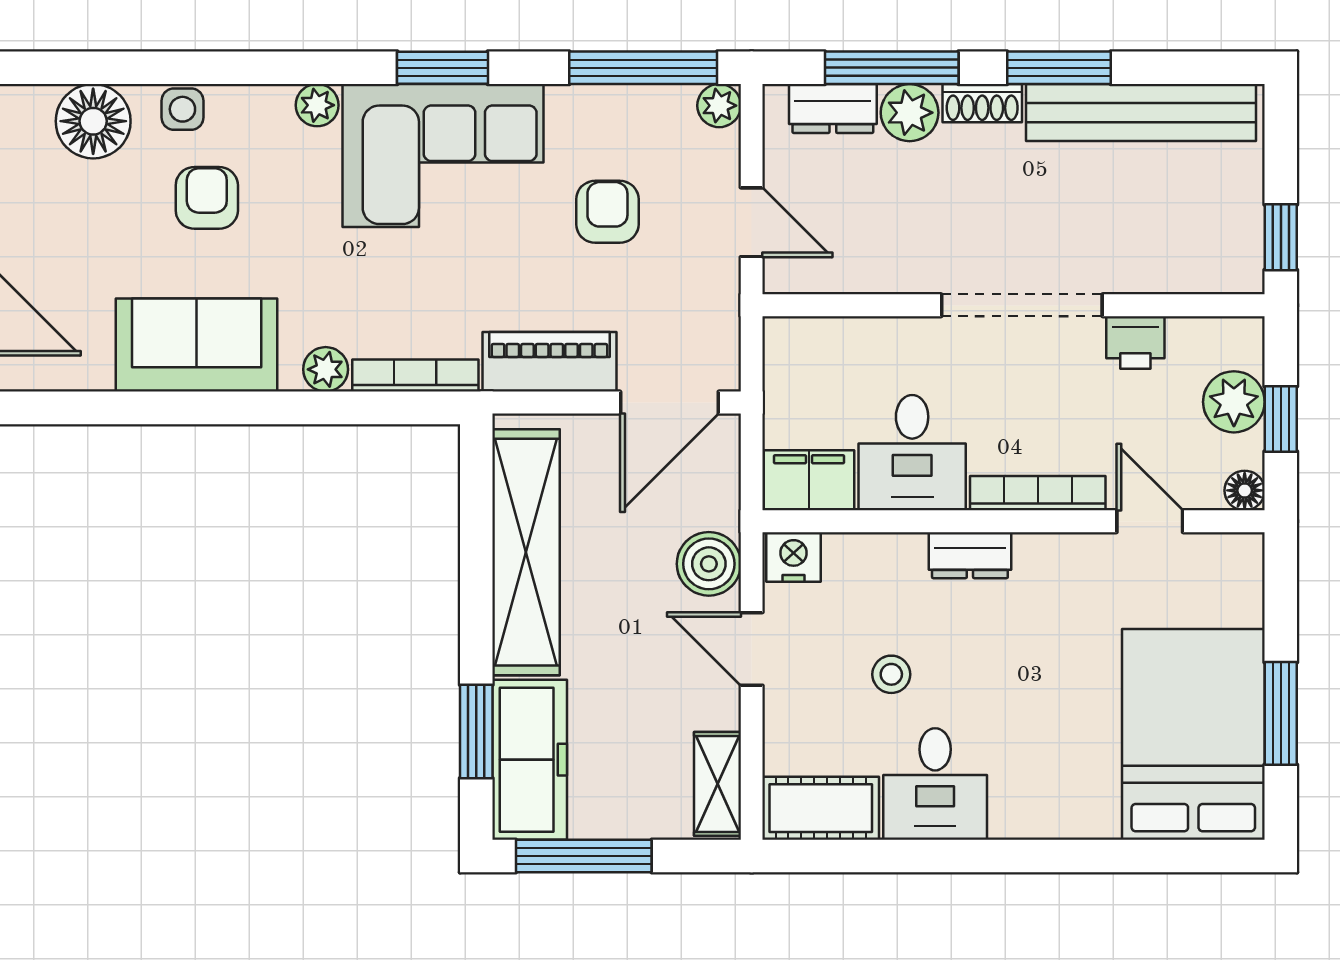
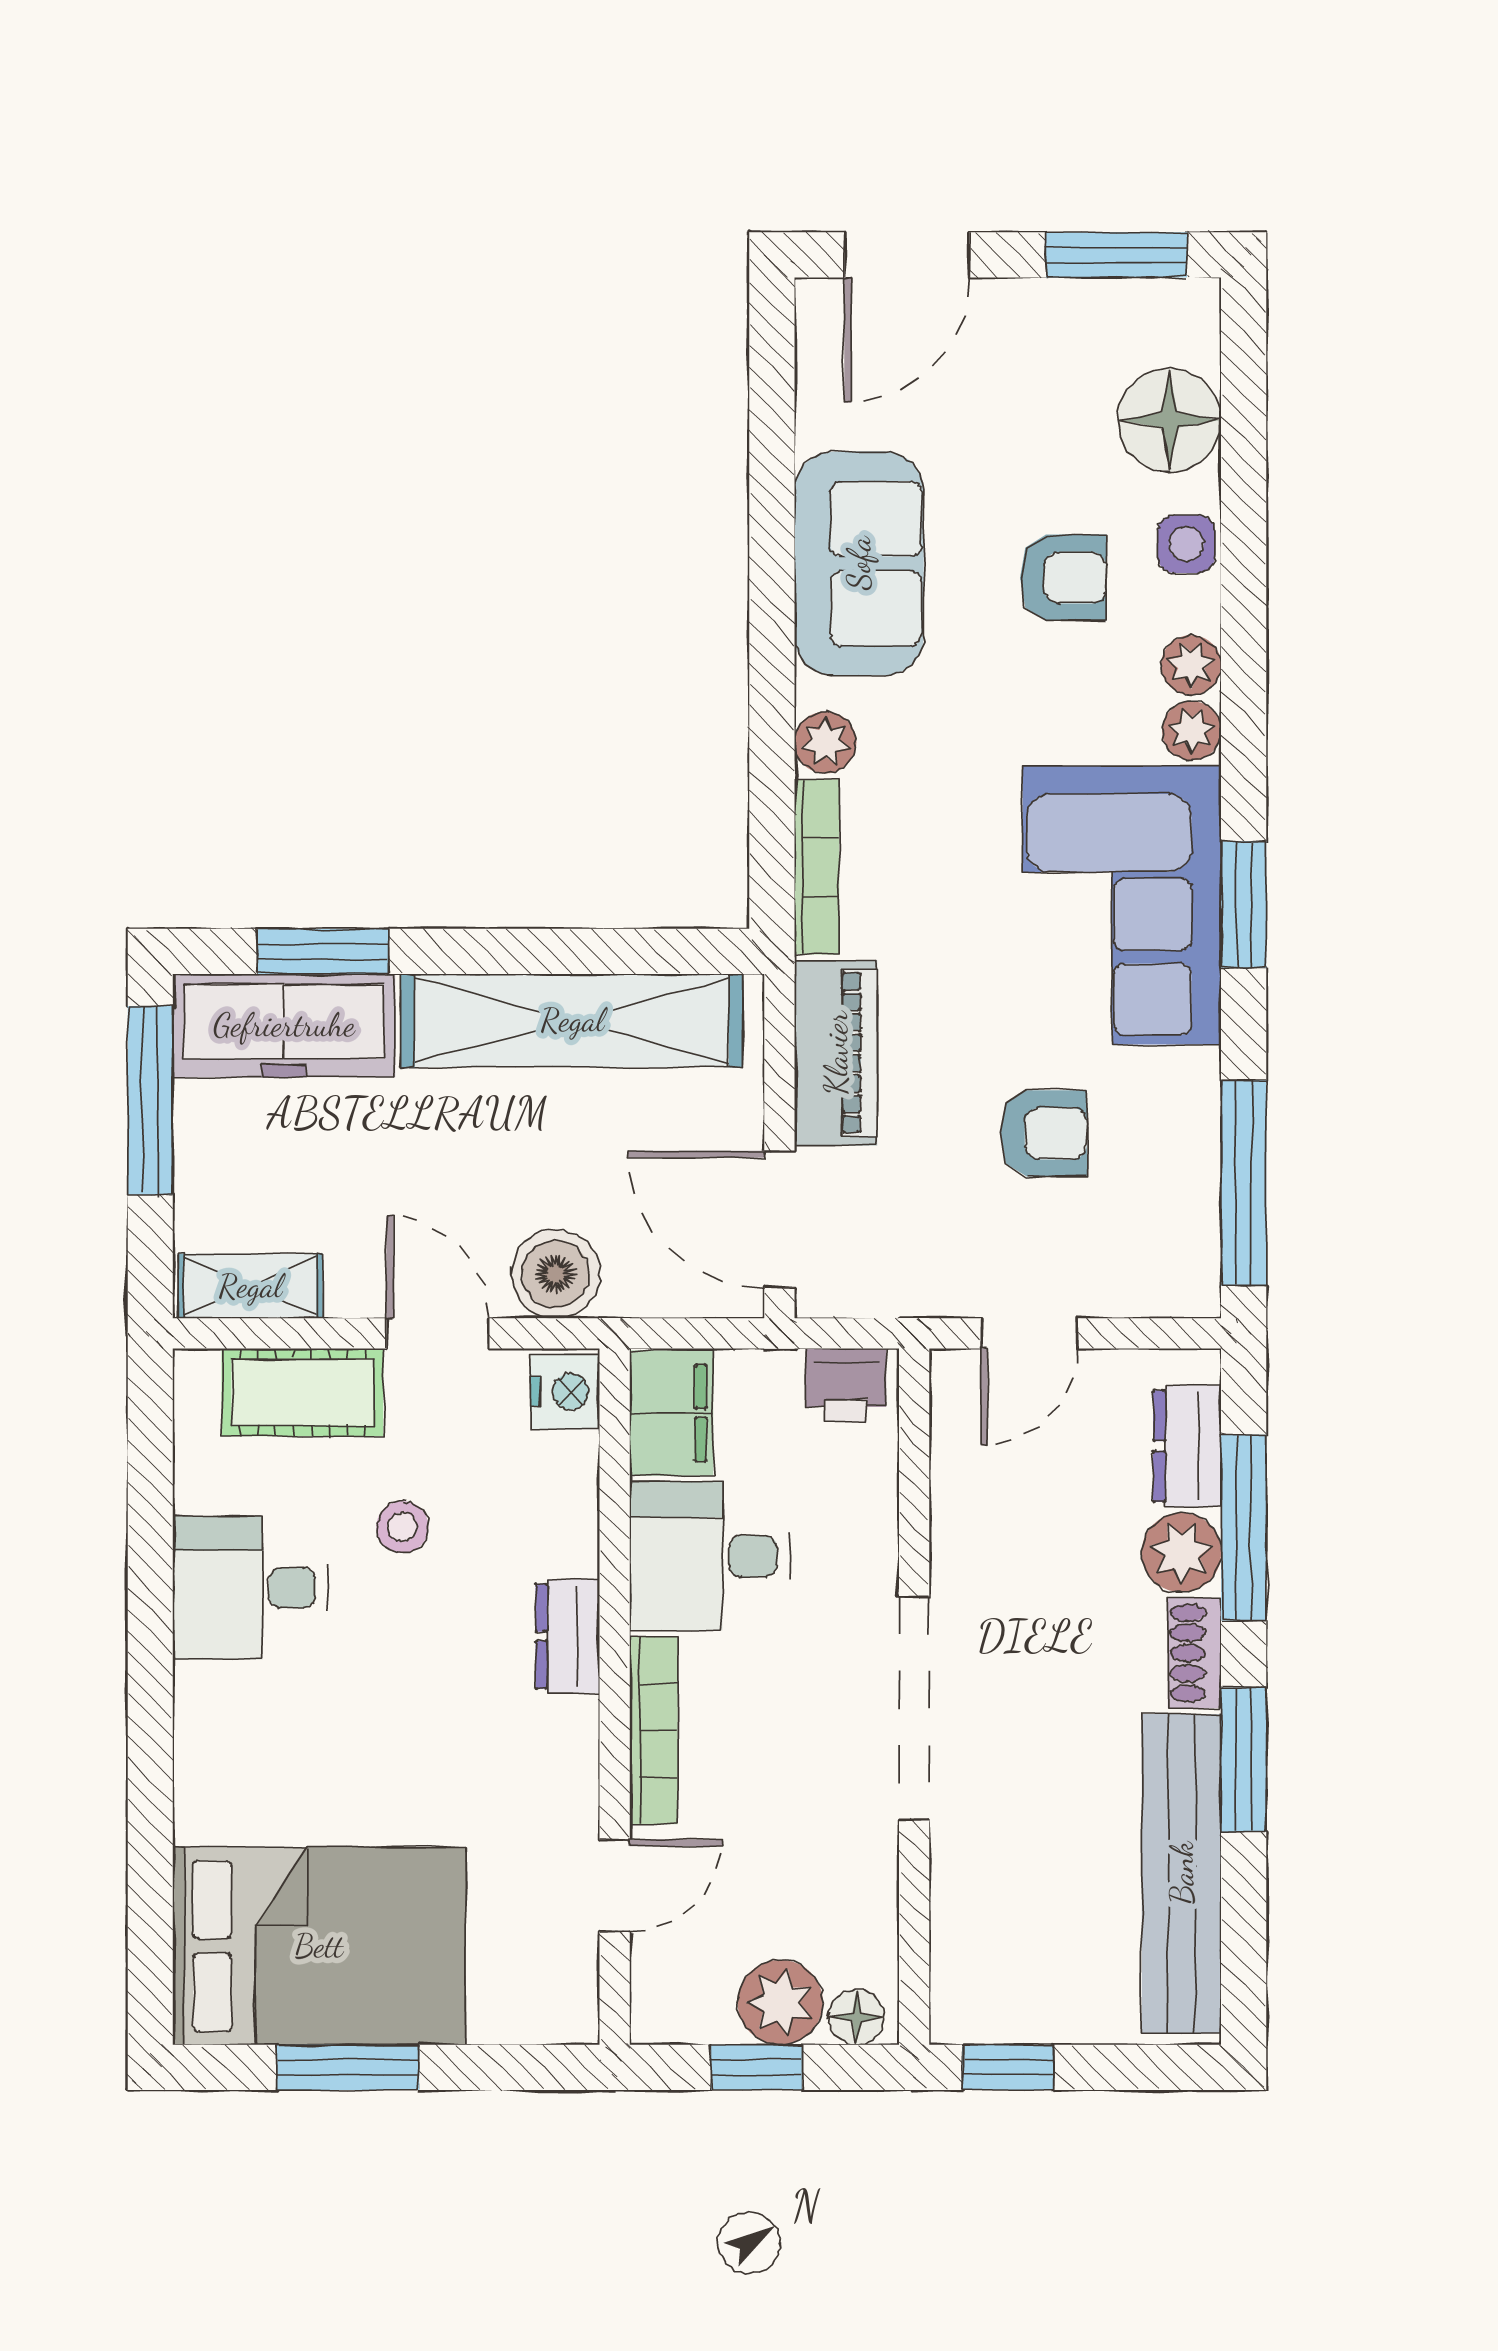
plant: (719, 106) -> (1191, 665), moved
printer: (1135, 342) -> (846, 1385), moved, turned -90
floor lamp: (1245, 490) -> (856, 2017), moved
door: (752, 649) -> (438, 1333), hinge flipped
cot: (821, 808) -> (302, 1392), moved, turned 90

